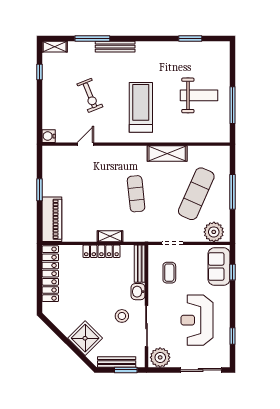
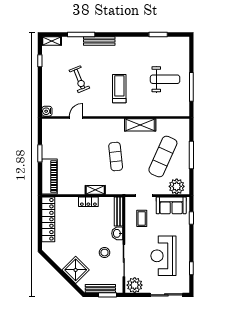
treadmill: (141, 107) -> (119, 89), width x0.73, depth x0.73
locker: (101, 251) -> (88, 202), width x0.66
sofa: (219, 267) -> (171, 205), moved, turned -90

